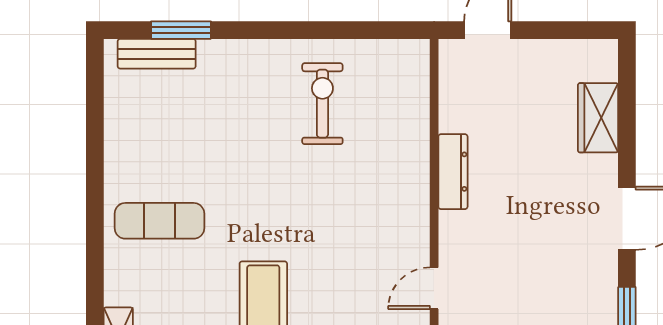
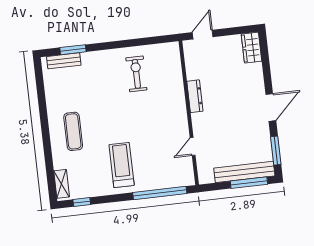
wardrobe: (598, 118) -> (251, 48), moved
exercise mat: (159, 221) -> (73, 131), turned 90

